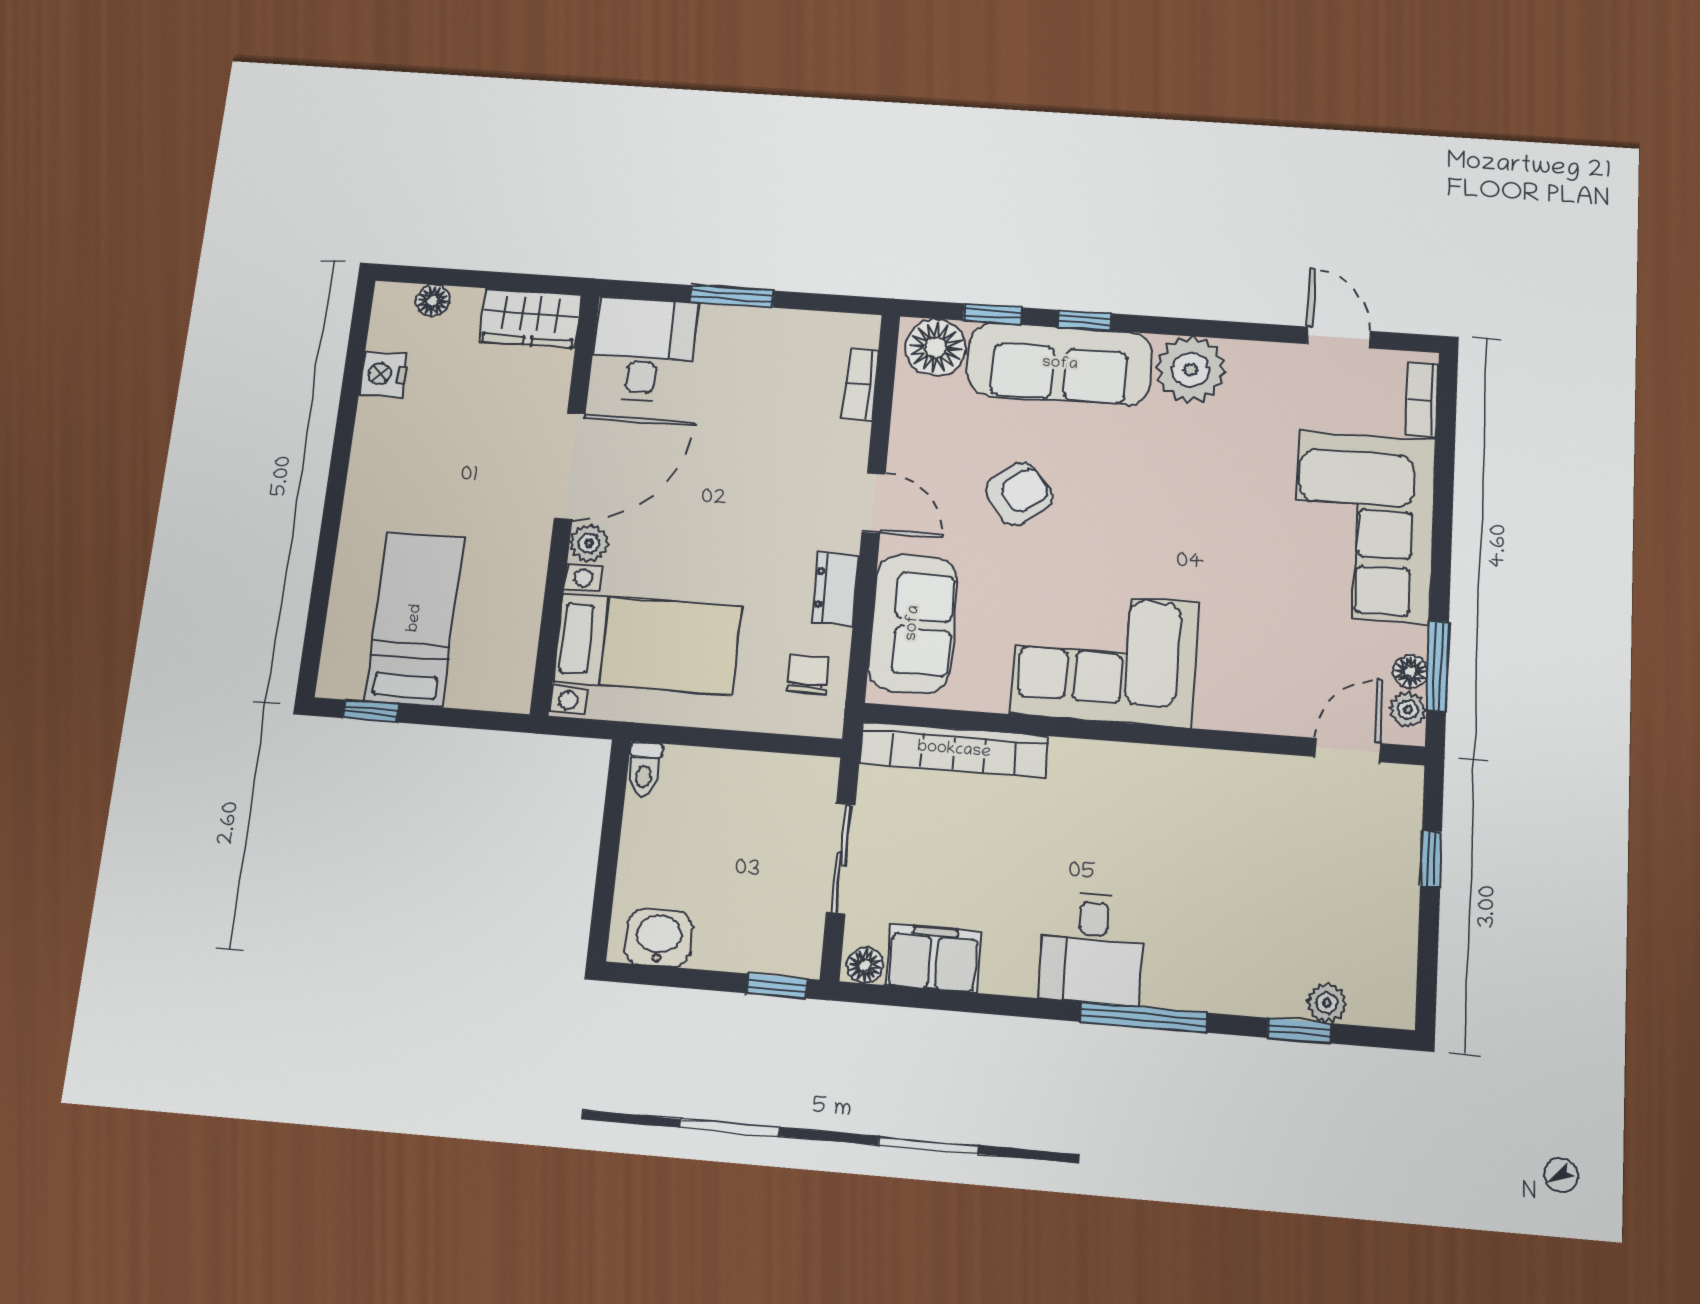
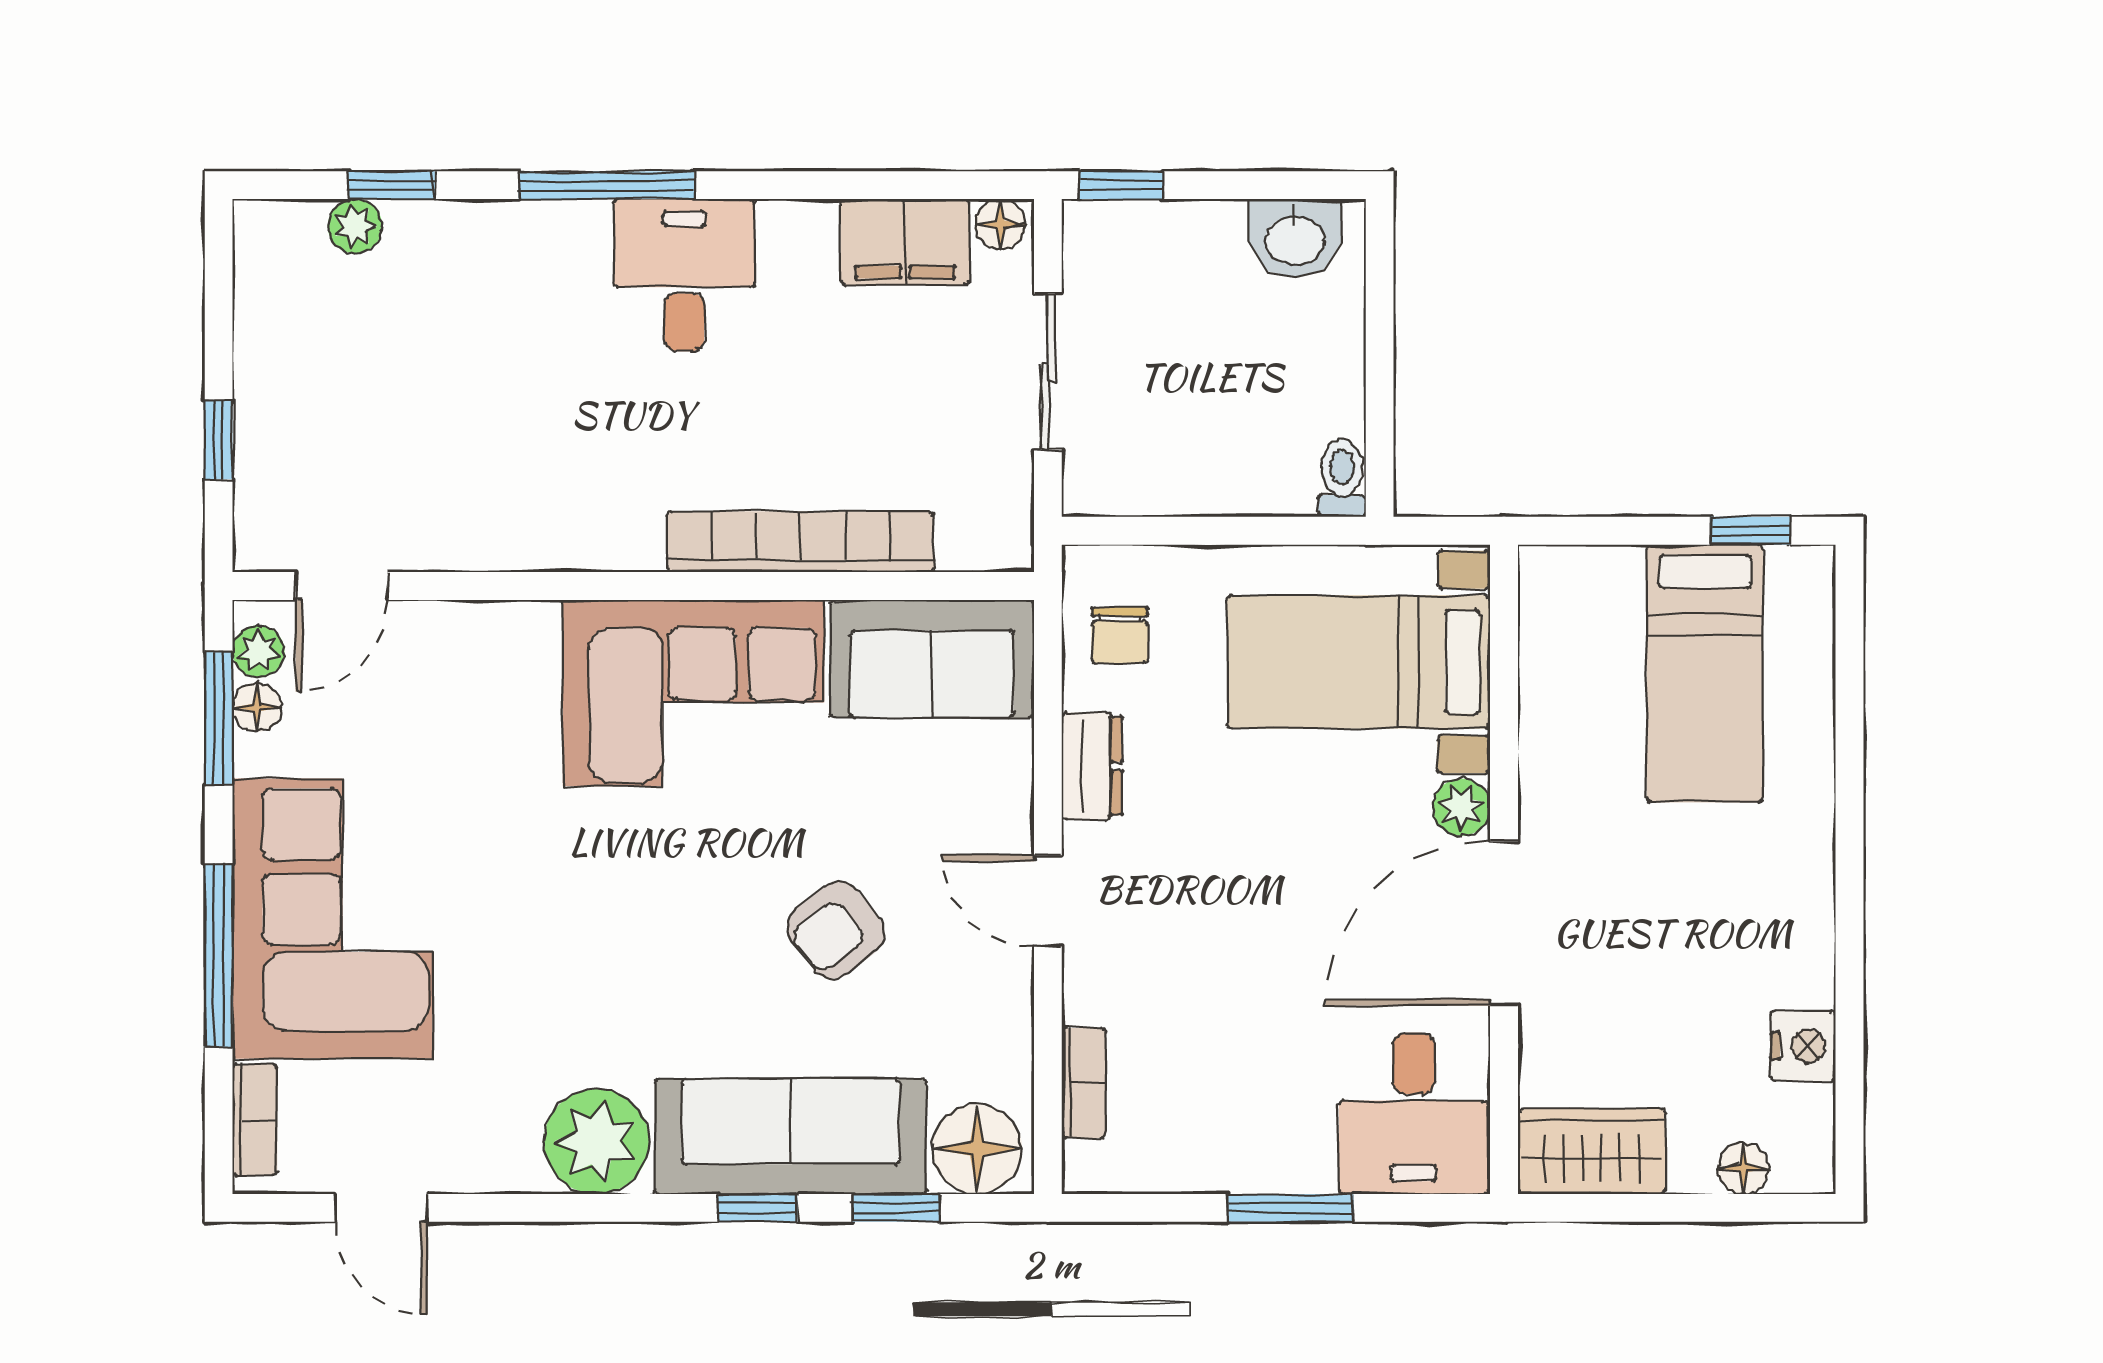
window: (1443, 508) -> (219, 956), added
sofa: (913, 623) -> (932, 659), moved, turned -90
bookcase: (954, 750) -> (800, 542), moved

